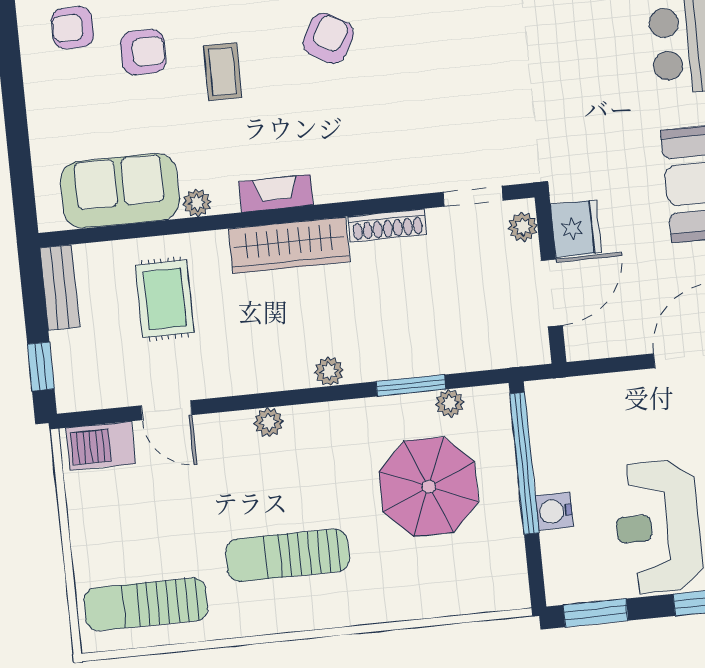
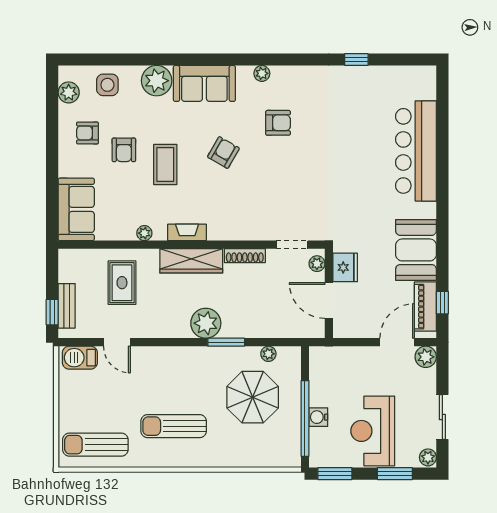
armchair: (143, 52) -> (124, 150), turned 90
coffee table: (223, 72) -> (165, 165), width x1.36, depth x1.30
sofa: (120, 191) -> (76, 209), moved, turned 90
bench: (60, 287) -> (67, 306), moved
door: (552, 293) -> (329, 300), swing flipped
plant: (329, 371) -> (206, 323), width x1.88, depth x1.88
window: (411, 385) -> (226, 342), moved
plant: (269, 422) -> (171, 354), removed
window: (524, 463) -> (305, 418), moved

